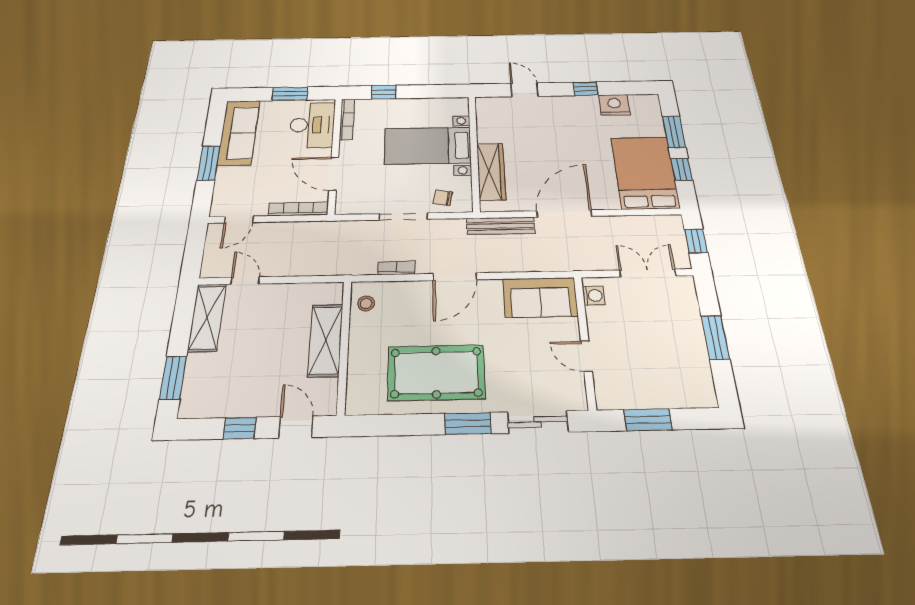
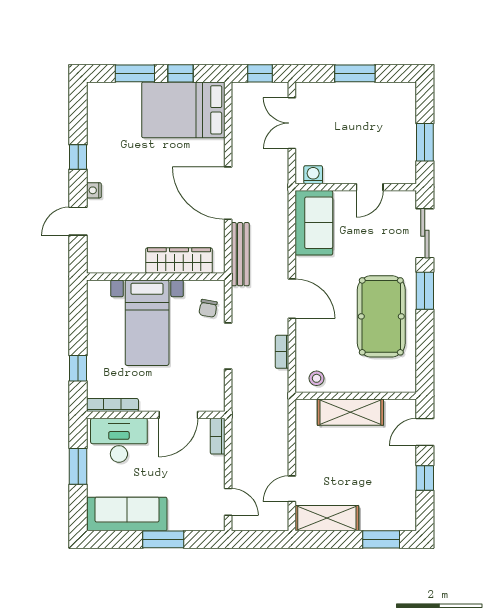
nightstand: (614, 105) -> (94, 190), moved, width x0.53, depth x0.56
bookcase: (298, 209) -> (218, 436), width x0.64

